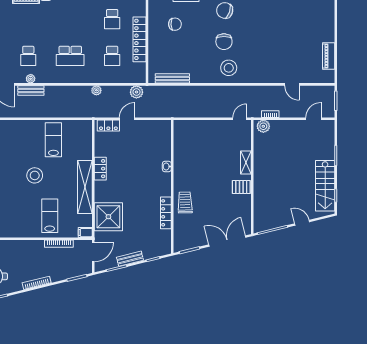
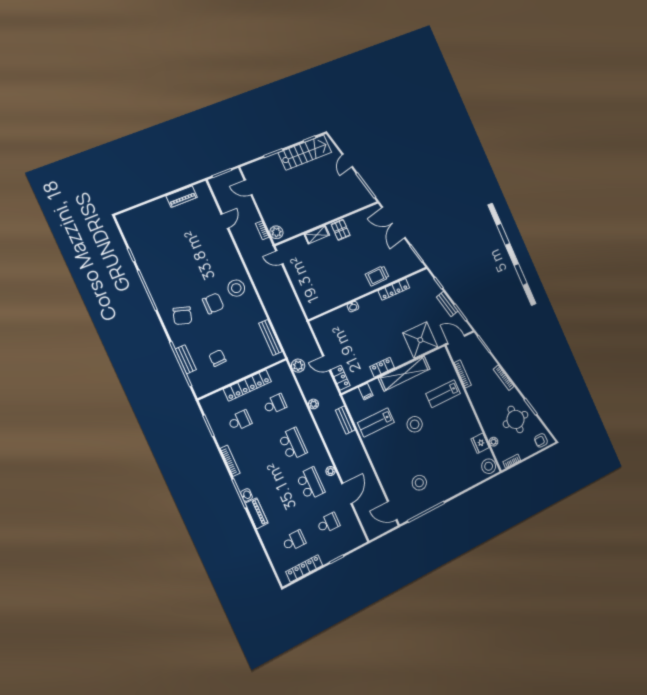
school desk: (28, 56) -> (310, 484), width x1.85
bench: (31, 90) -> (345, 420), moved
filing cabinet: (85, 233) -> (366, 392), moved

